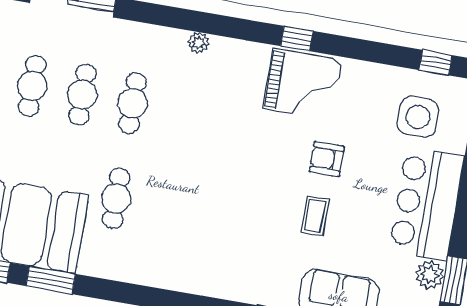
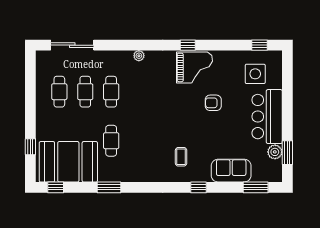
coffee table: (315, 216) -> (181, 157), moved
window: (51, 280) -> (109, 187), moved

